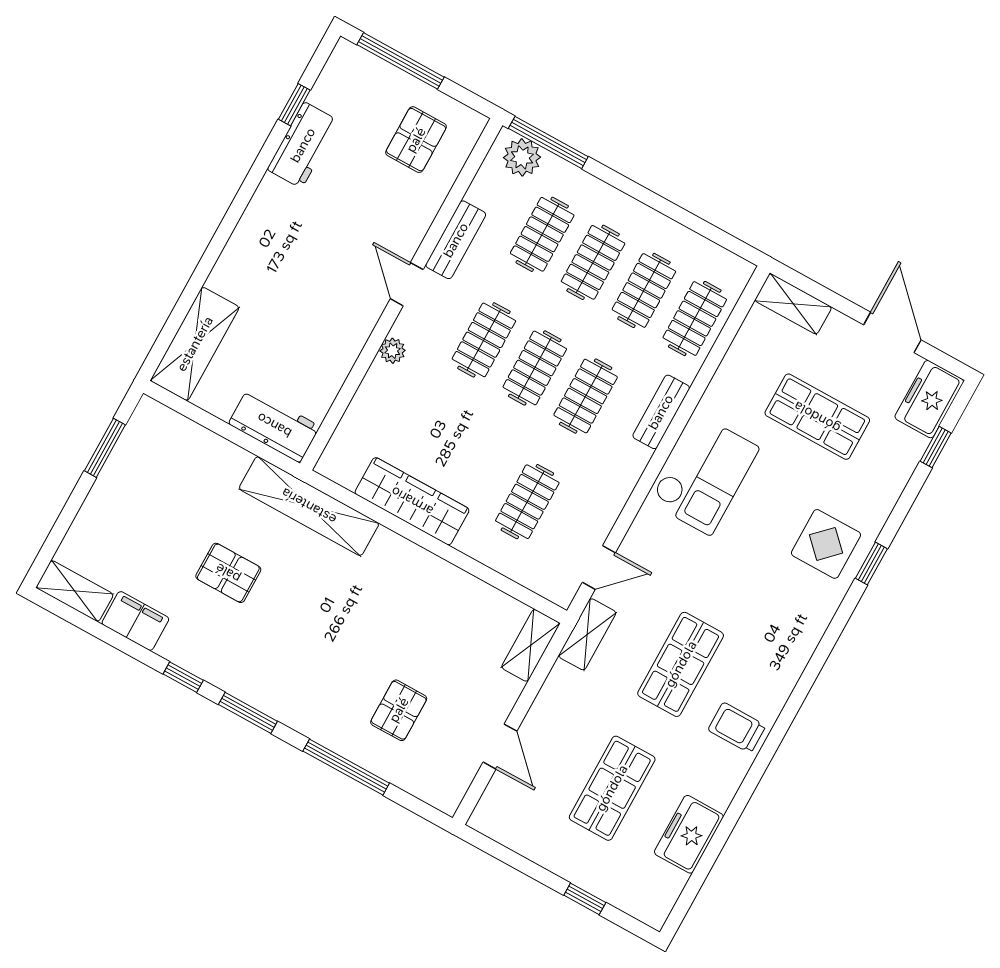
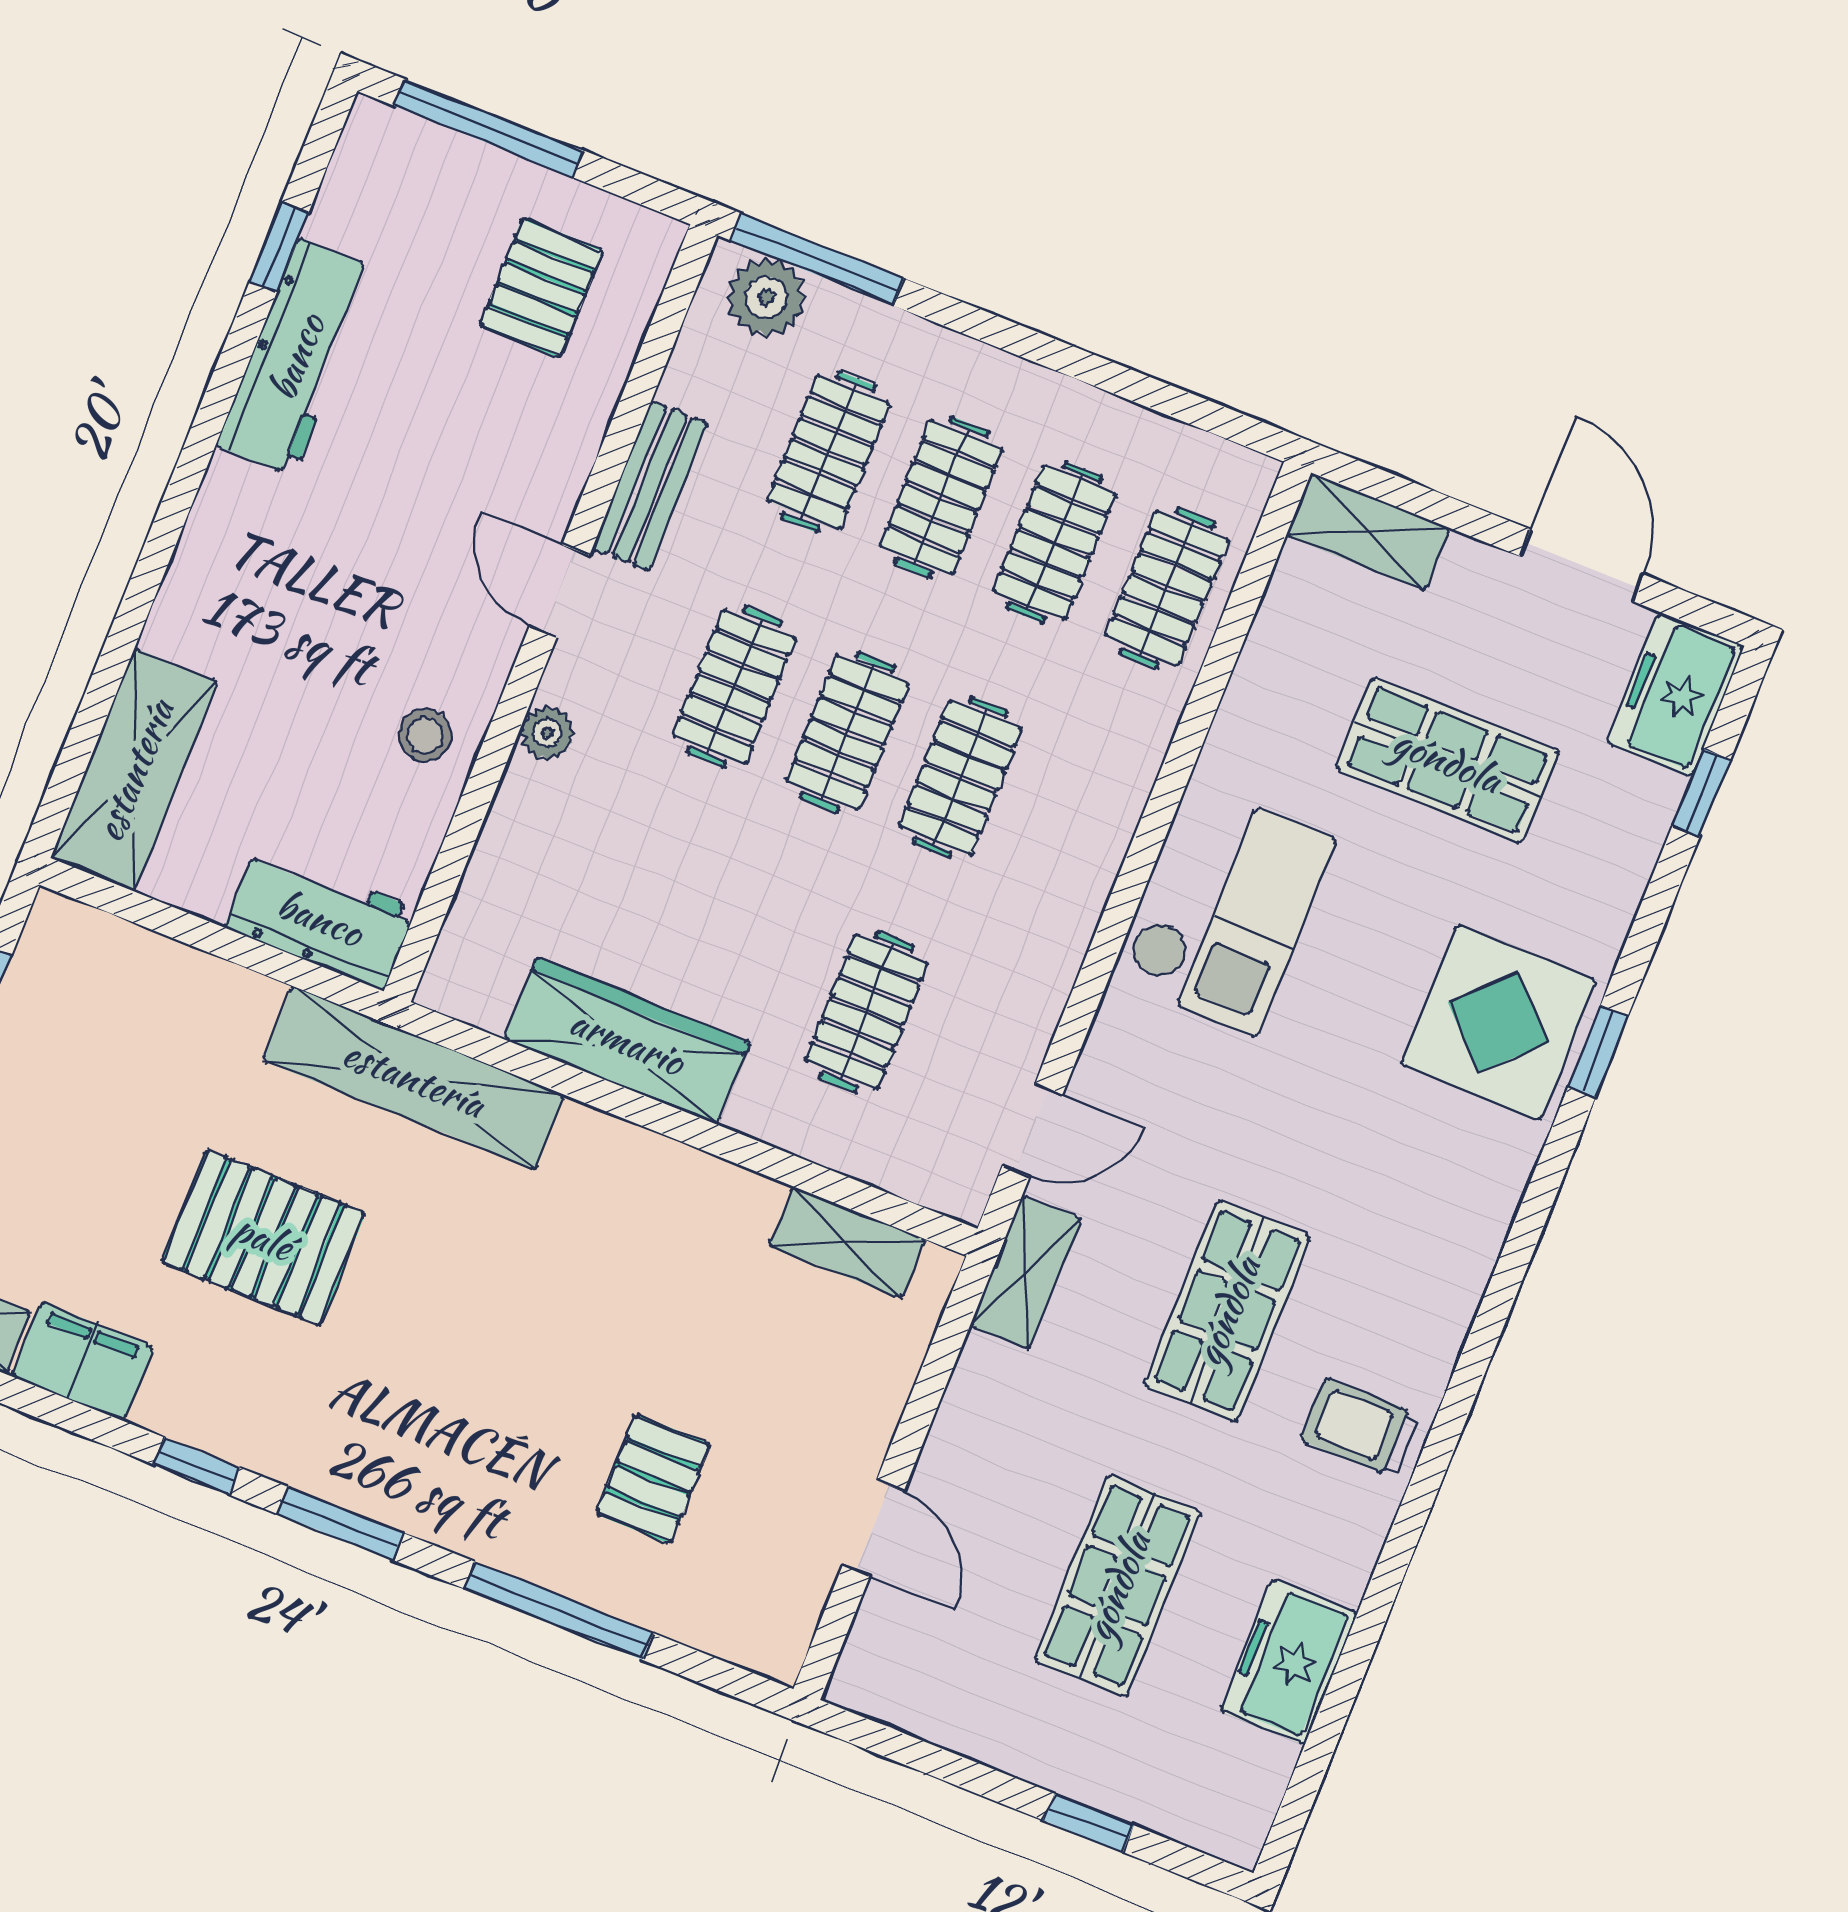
workbench: (303, 145) -> (296, 357), width x1.38
stool: (335, 345) -> (425, 735), added
bench: (661, 412) -> (1122, 791), removed
display table: (826, 544) -> (1498, 1022), width x1.36, depth x1.36
pallet: (228, 573) -> (263, 1237), width x1.50, depth x1.42
shelving: (531, 645) -> (847, 1242), moved, turned 90

